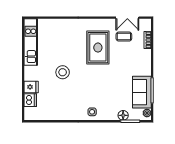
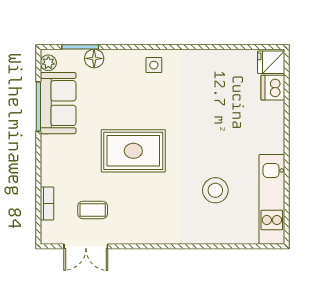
double door: (127, 18) -> (86, 246), swing flipped
rug: (98, 48) -> (133, 151), moved, turned 90
stool: (63, 72) -> (215, 190), moved
fridge: (31, 87) -> (271, 62), moved

